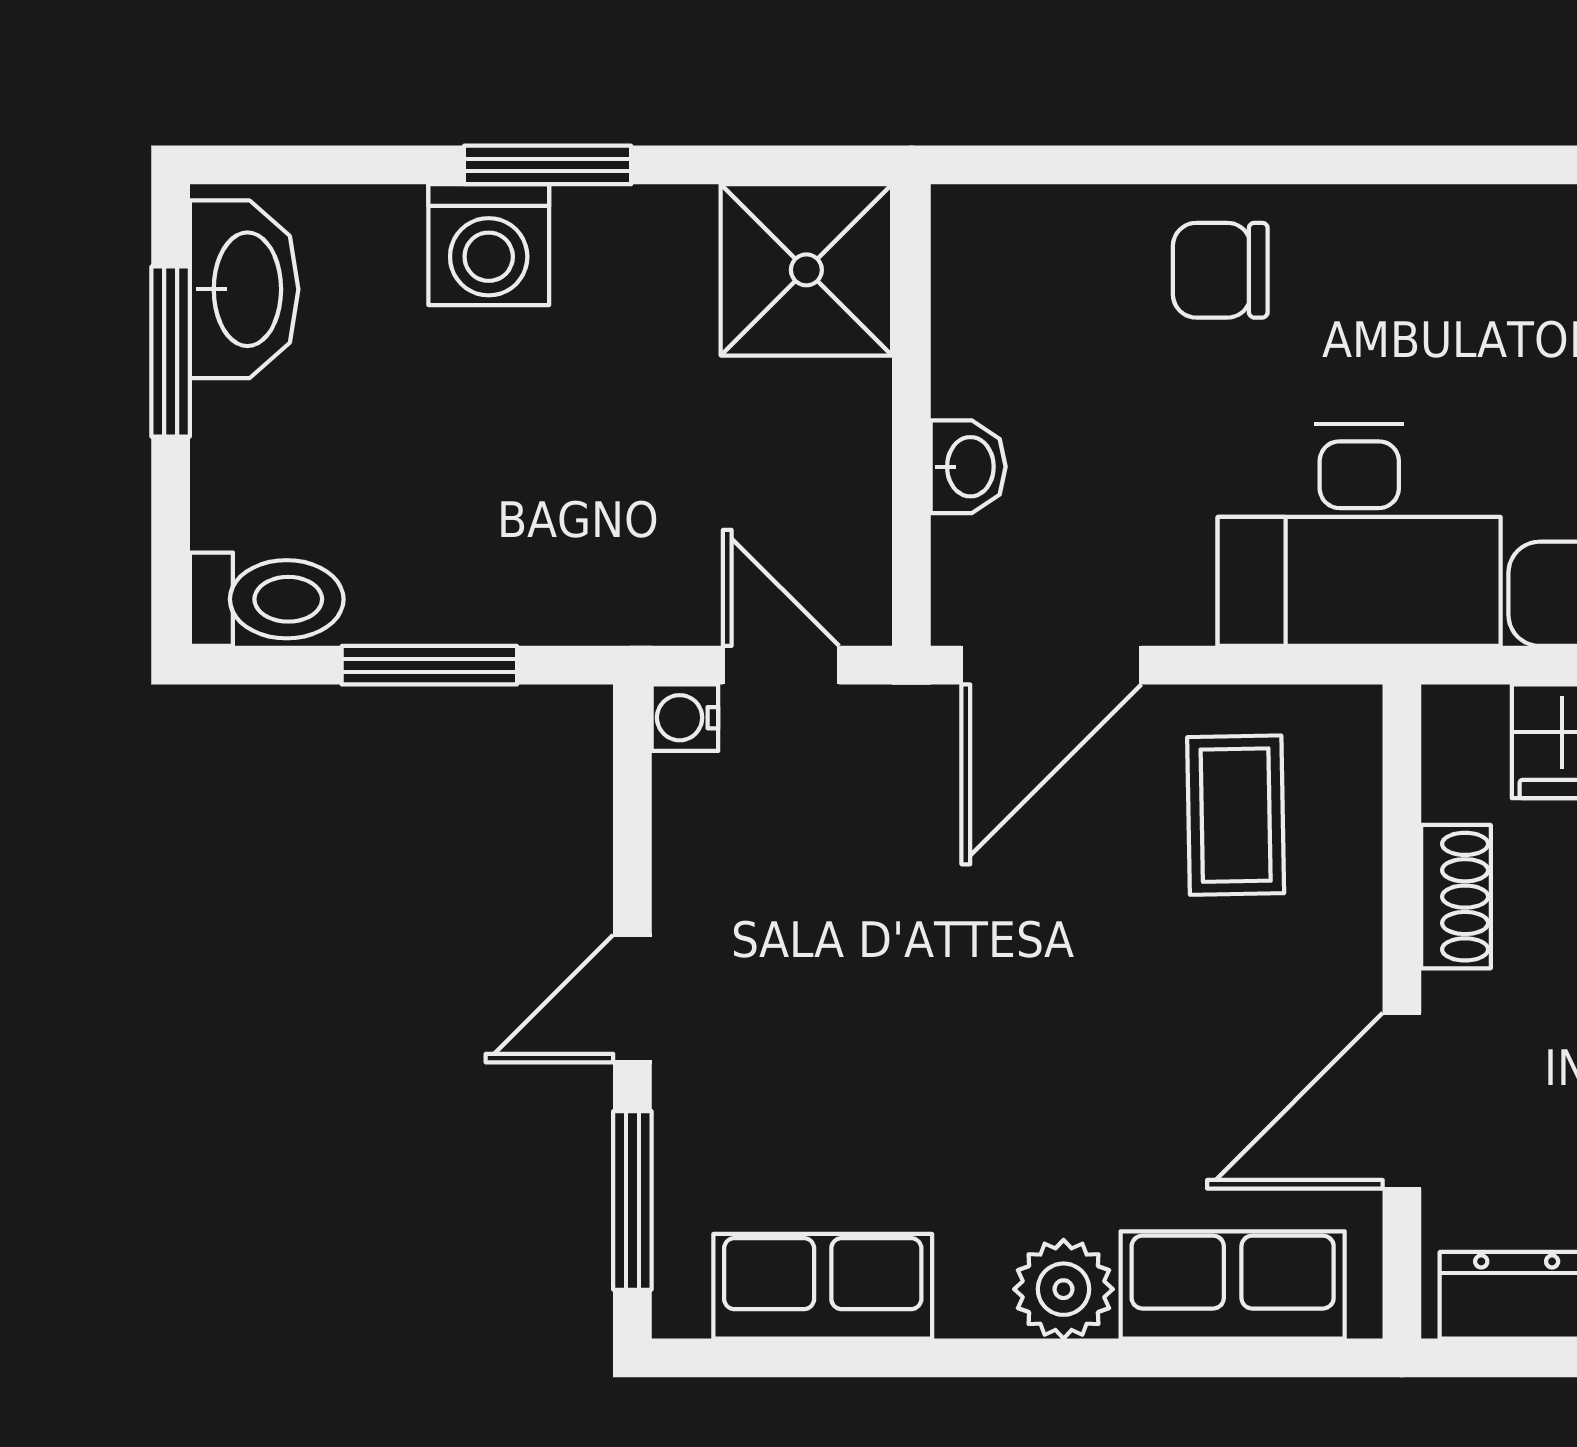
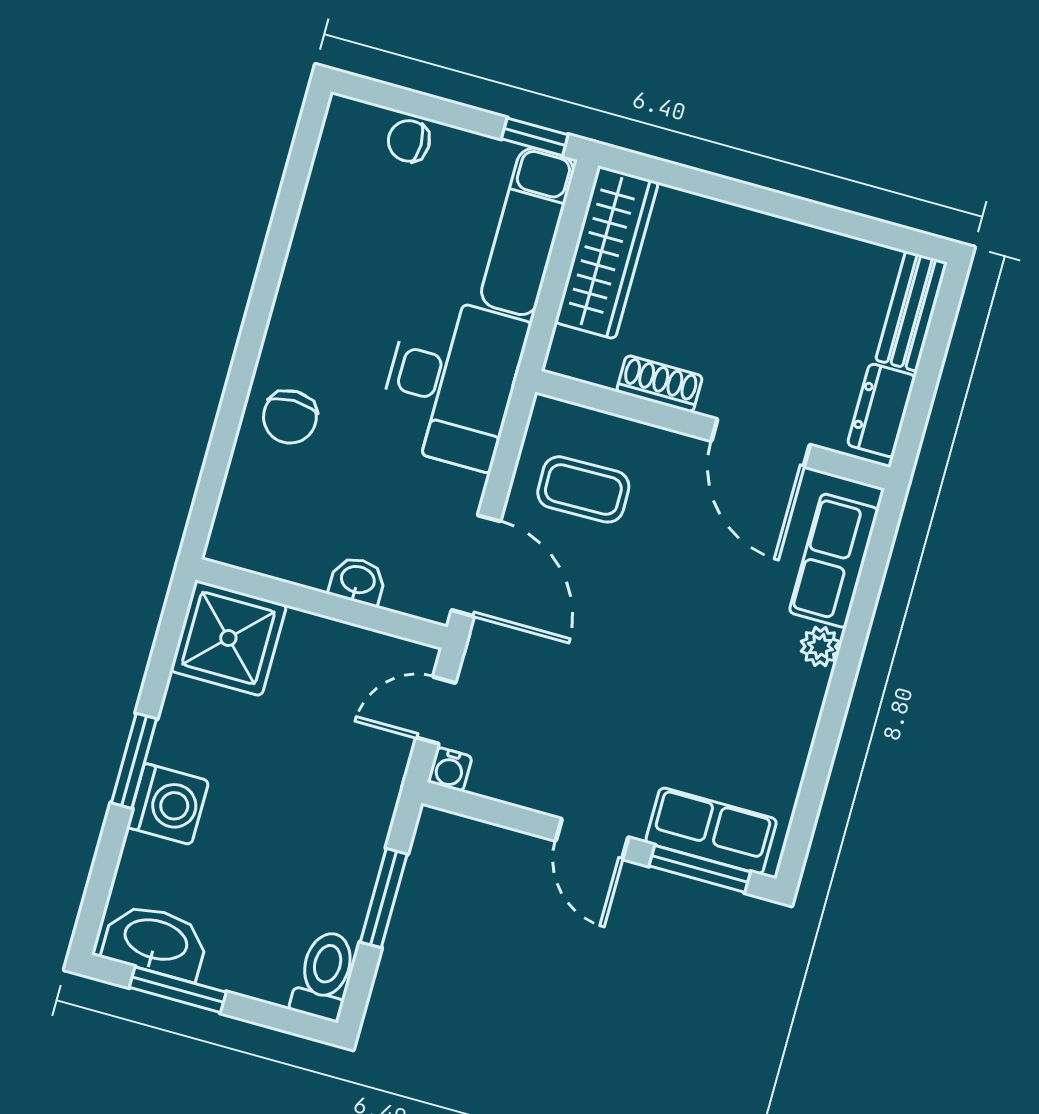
row of seats: (823, 1286) -> (711, 831), moved, turned 90
plant: (1064, 1289) -> (820, 646), width x0.73, depth x0.73

